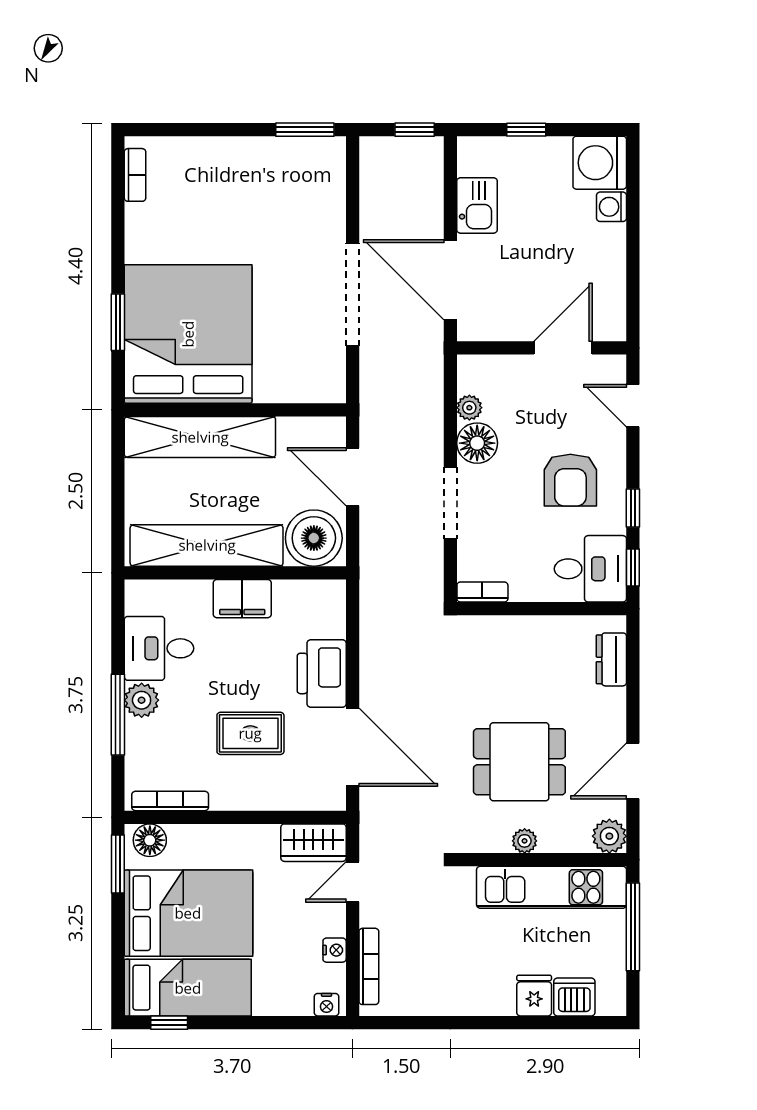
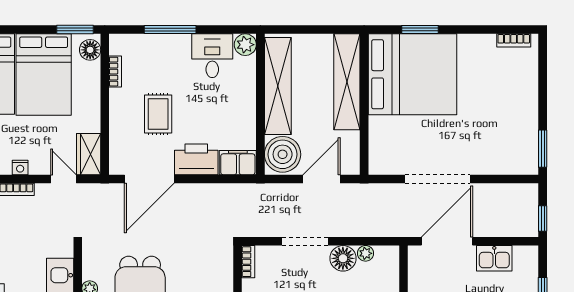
filing cabinet: (242, 599) -> (238, 163), moved, turned 90
plant: (142, 700) -> (245, 45), moved
bookcase: (170, 801) -> (115, 72), width x0.64

